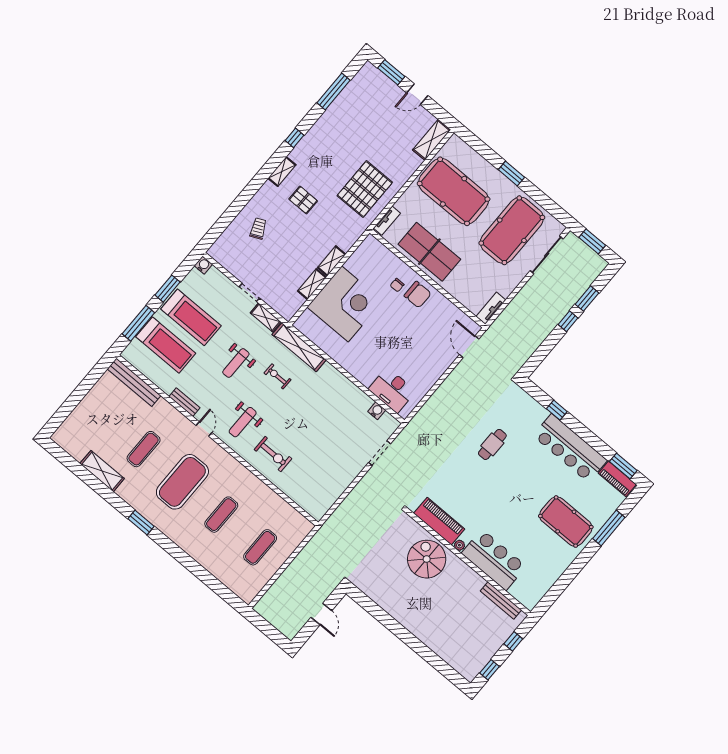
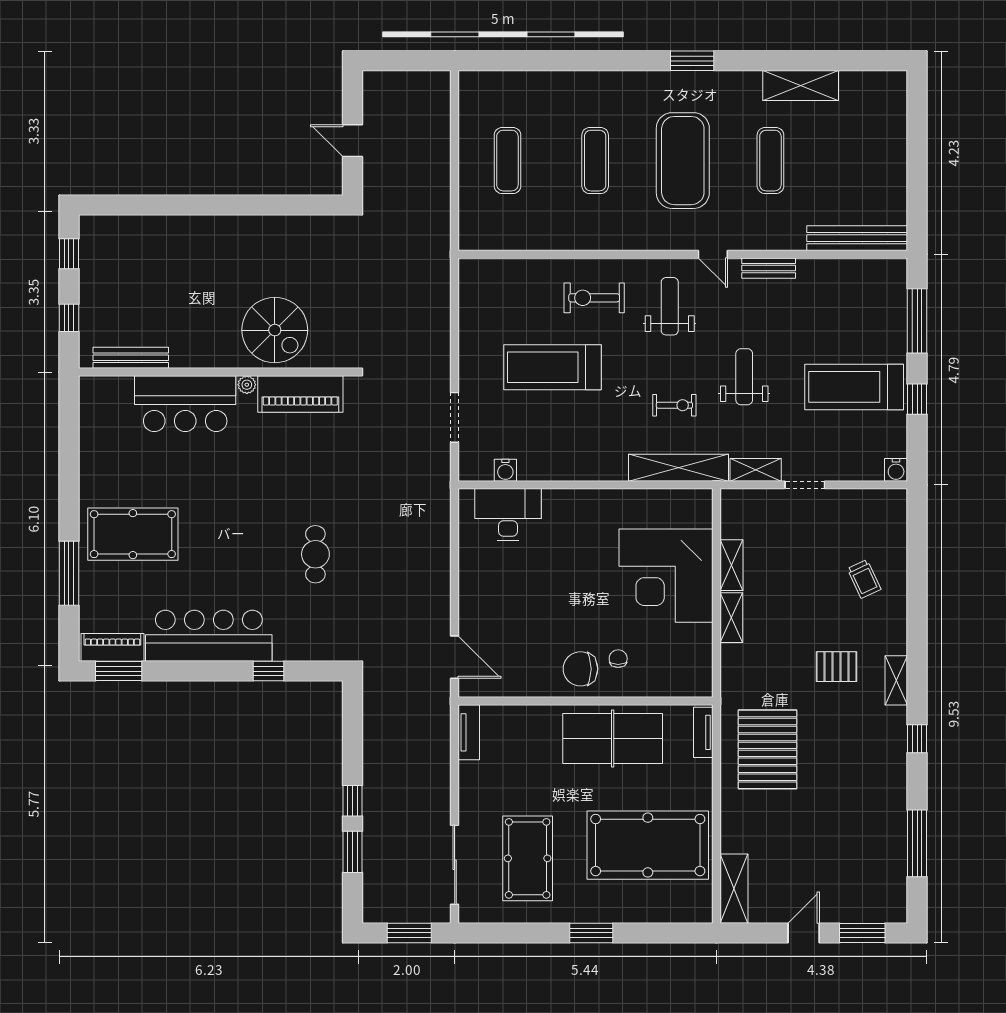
pool table: (512, 230) -> (528, 858), width x0.73, depth x0.76
window: (168, 289) -> (917, 399), width x0.67
treadmill: (166, 345) -> (552, 367), moved

